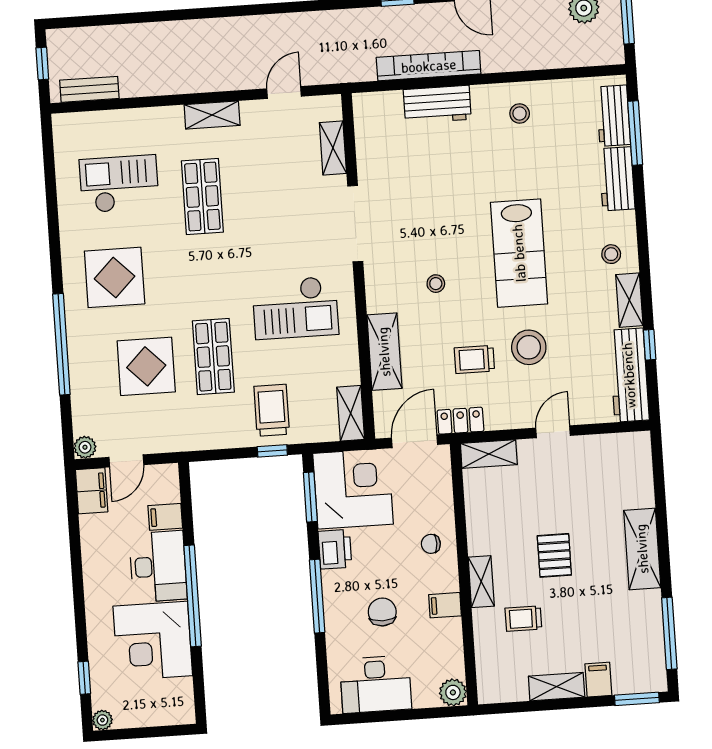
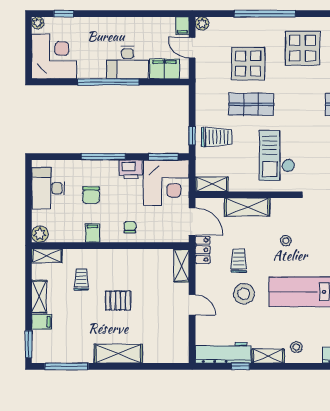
filing cabinet: (92, 491) -> (182, 26), width x0.50
filing cabinet: (165, 517) -> (164, 69), width x2.00
shelving: (481, 582) -> (47, 256), moved
chair: (382, 612) -> (91, 195), turned 90
corner desk: (153, 641) -> (54, 56), moved, turned 90

